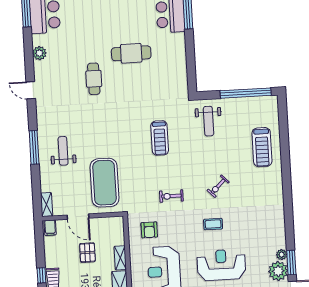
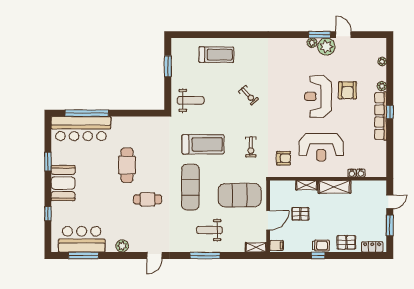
window: (246, 93) -> (168, 66), width x0.47
exercise mat: (110, 126) -> (190, 187), added
treadmill: (160, 138) -> (203, 144), width x1.37, depth x1.38
exercise bike: (171, 196) -> (251, 147), moved
coffee table: (213, 224) -> (282, 102), removed

